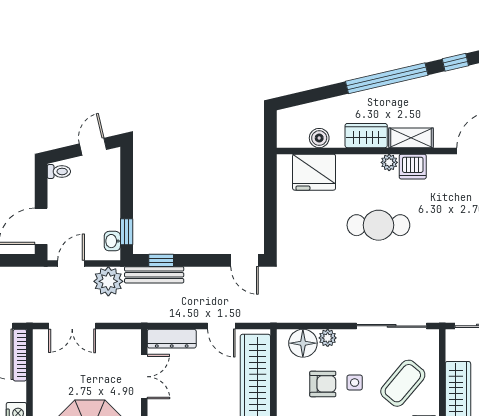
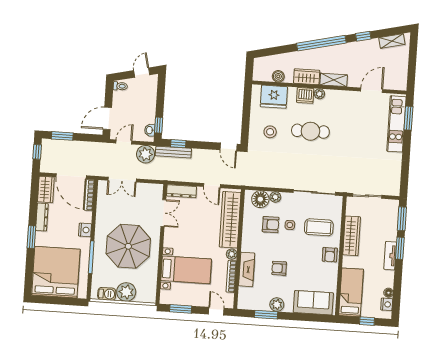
dishwasher: (413, 167) -> (305, 95), moved
stool: (312, 231) -> (270, 132), added
coffee table: (403, 383) -> (319, 227), turned 50

